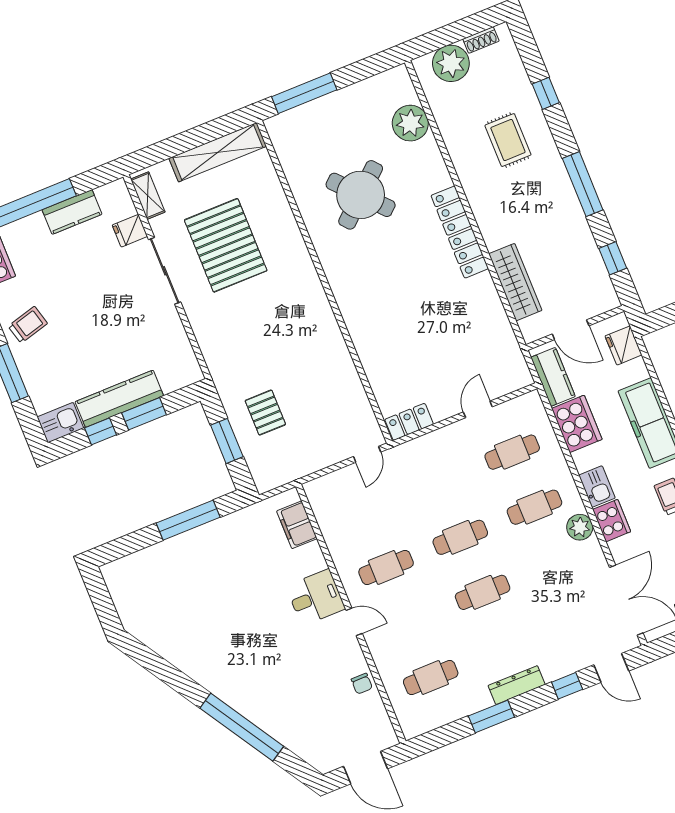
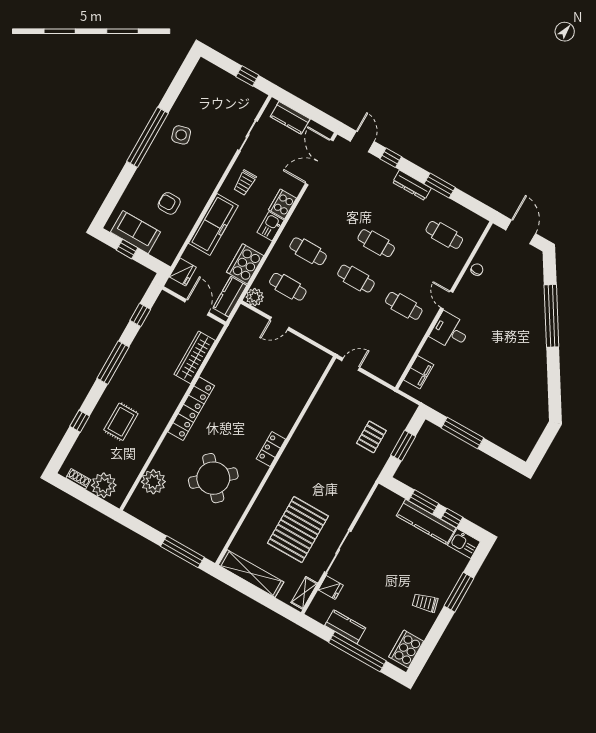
locker: (409, 422) -> (271, 449), moved, turned 90
plant: (580, 527) -> (255, 297), moved

